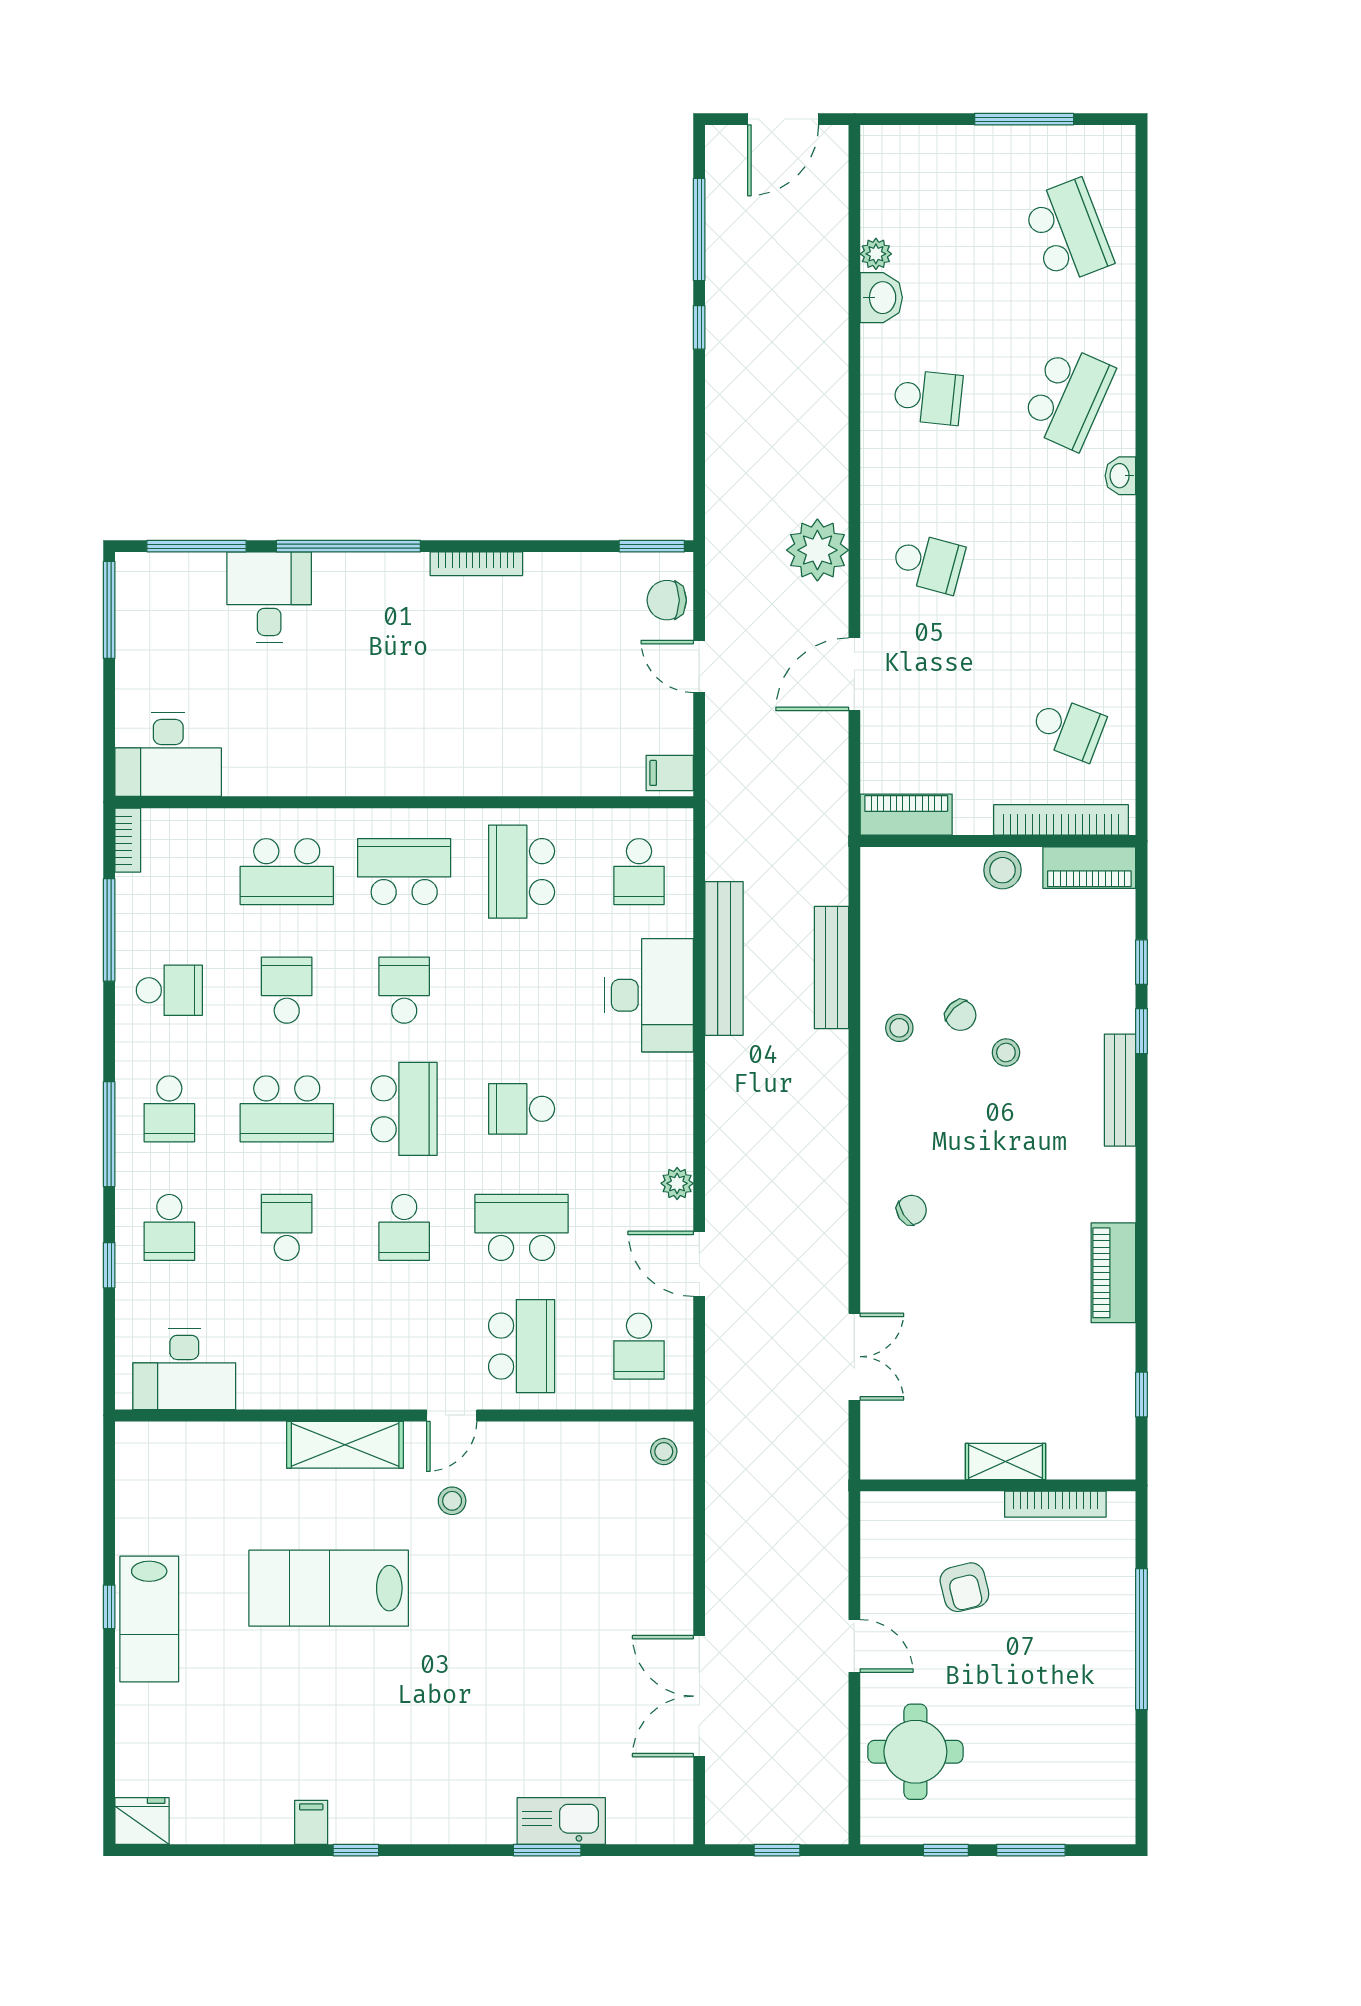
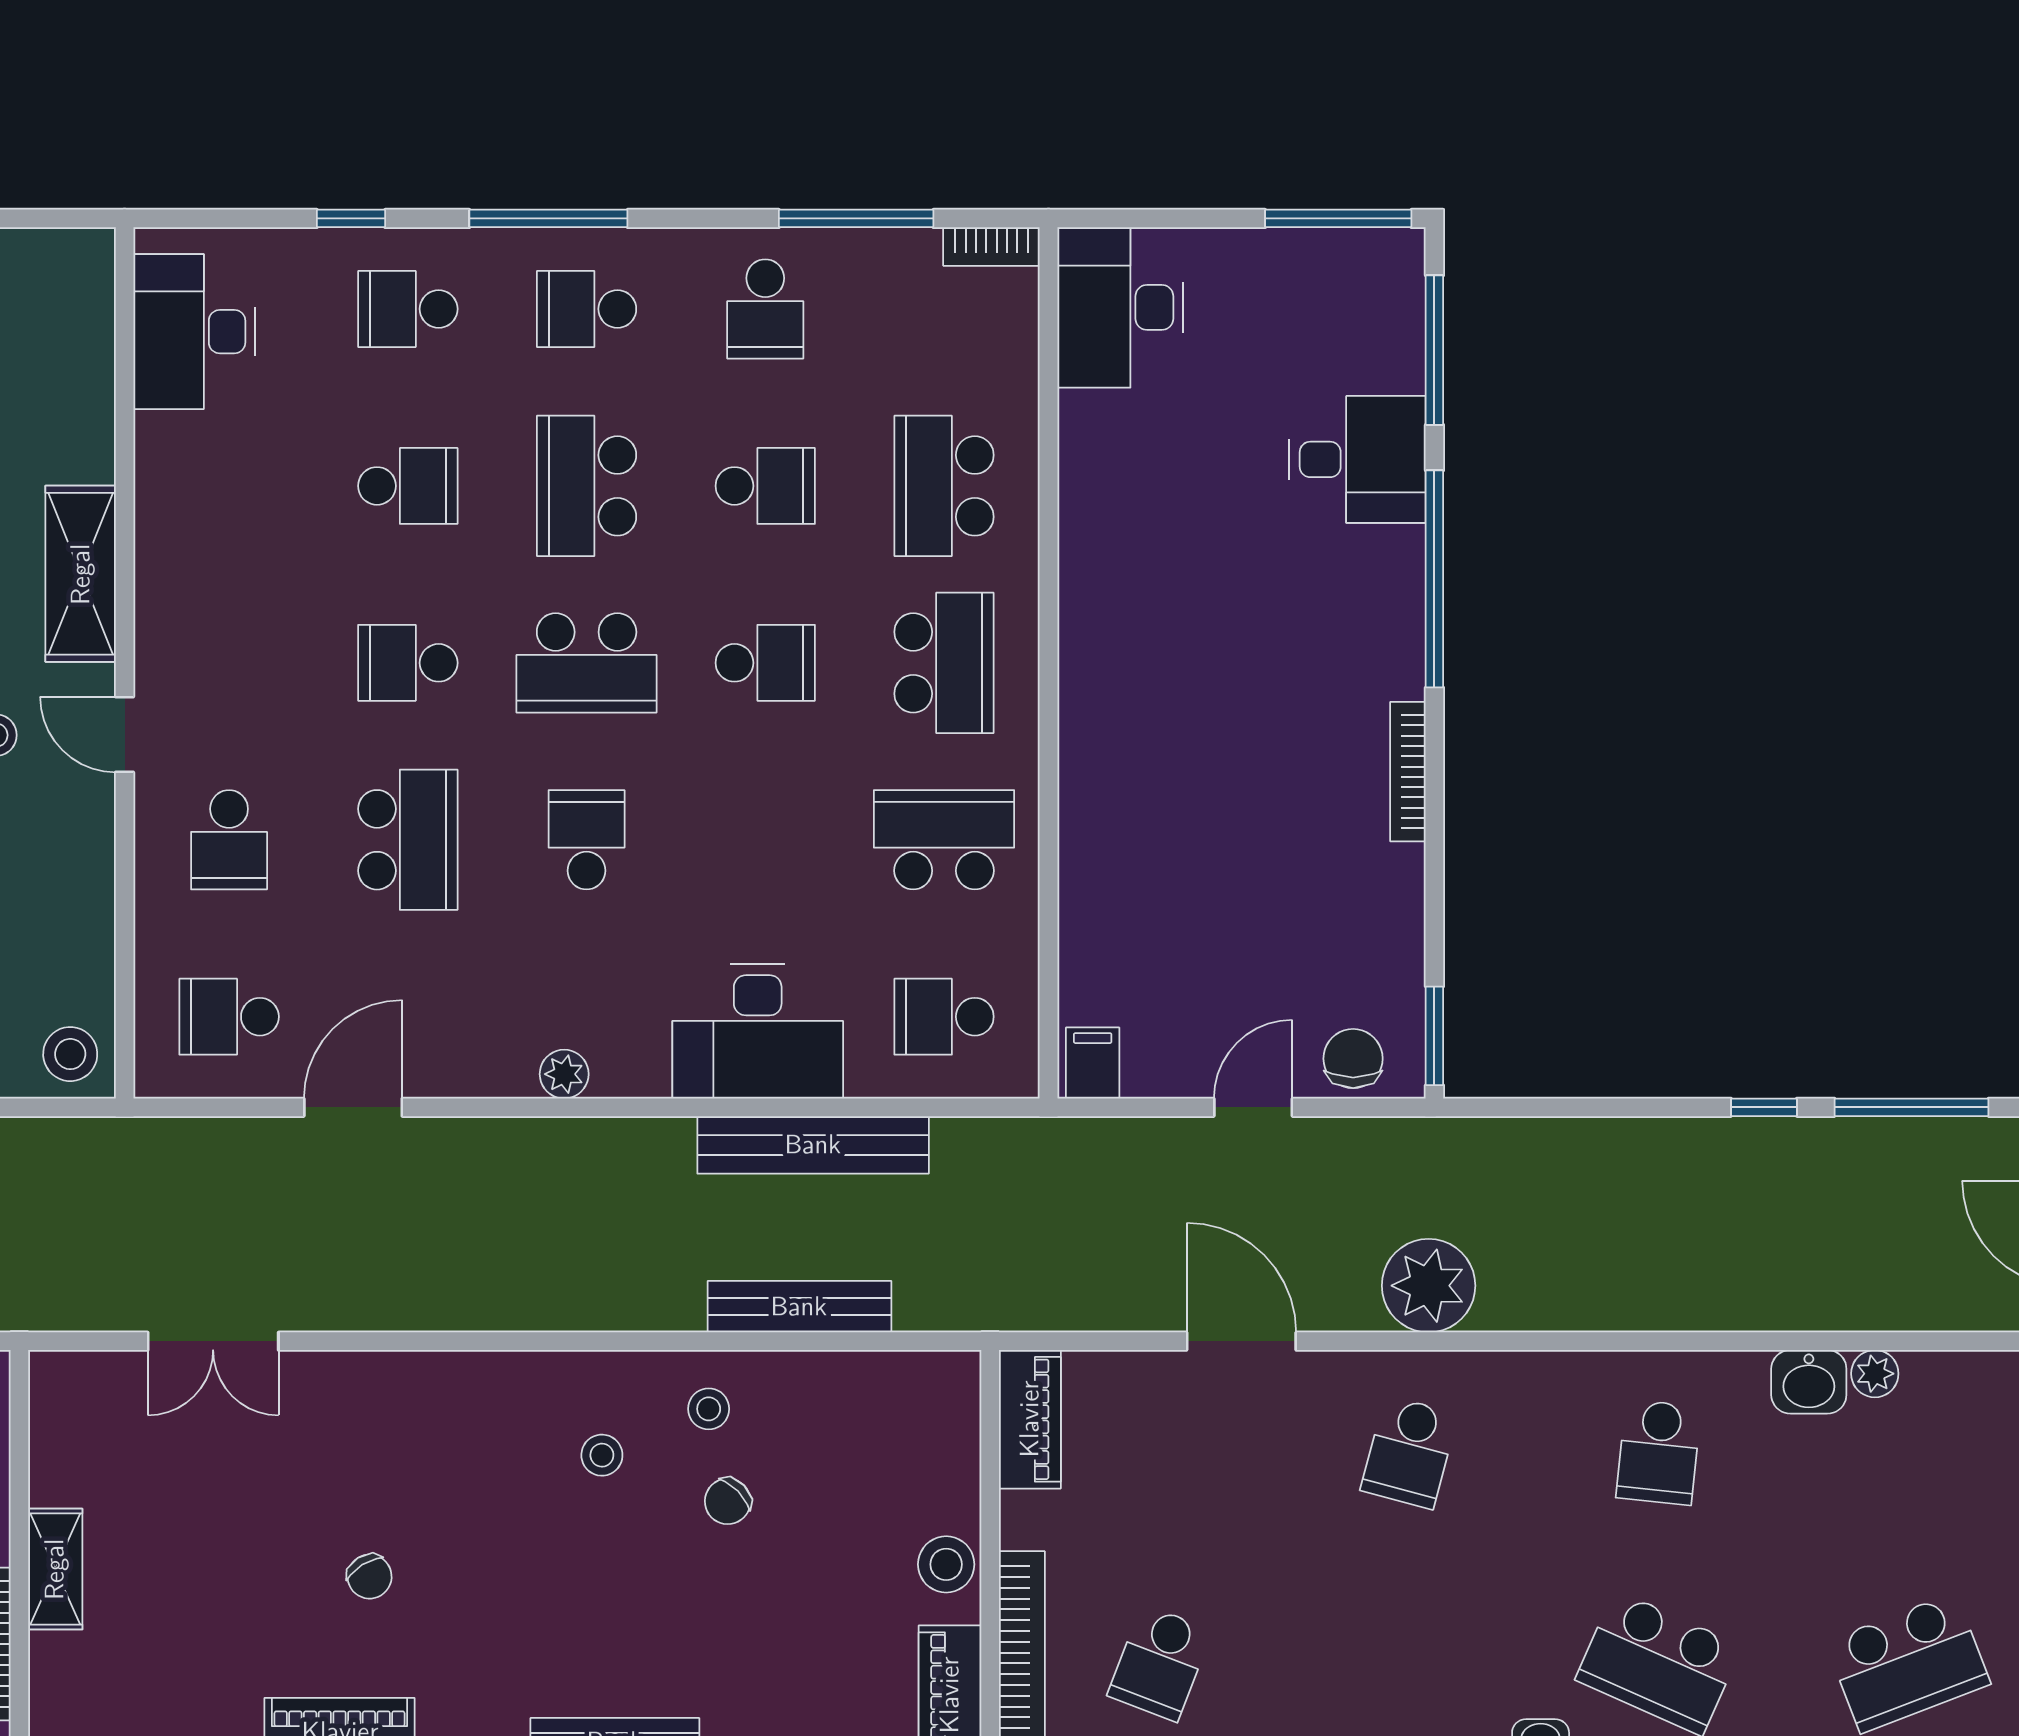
stool: (1006, 1052) -> (602, 1455), moved
plant: (677, 1183) -> (564, 1074), moved
chair: (912, 1210) -> (370, 1577), moved
school desk: (522, 1346) -> (229, 840), width x0.54
stool: (664, 1452) -> (70, 1054), width x1.37, depth x1.37

